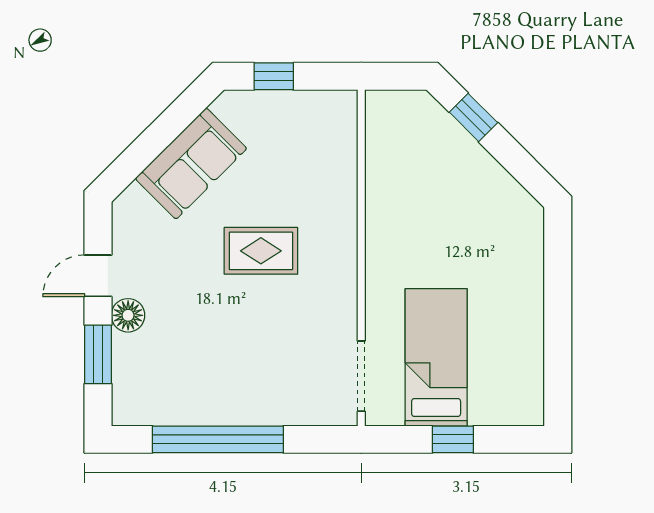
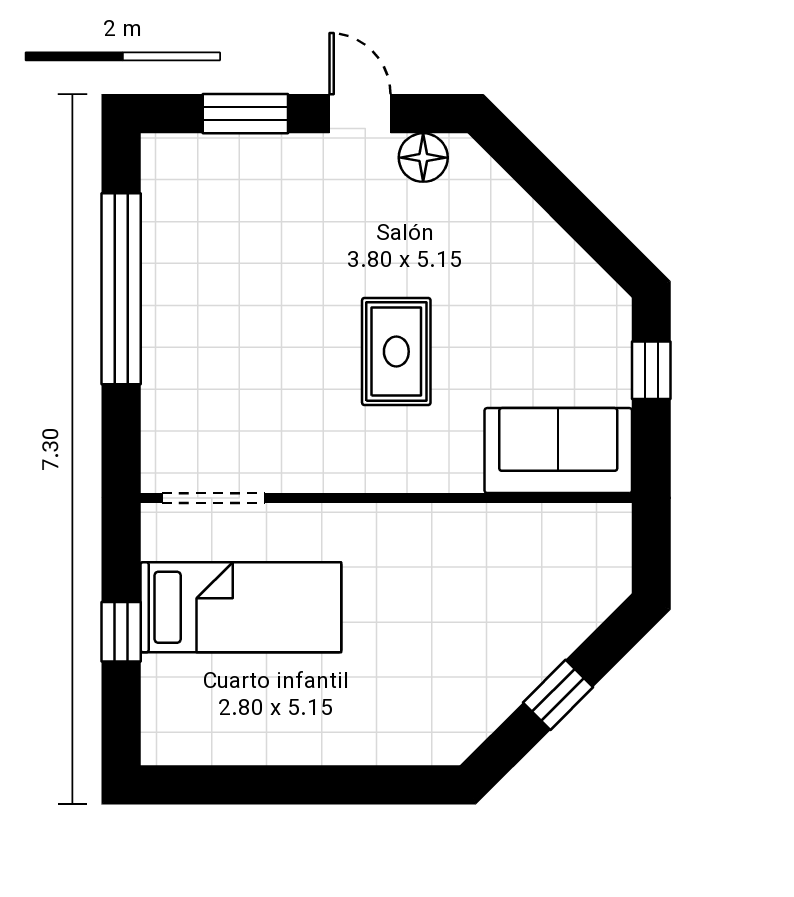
window: (473, 117) -> (558, 695), moved
sofa: (191, 163) -> (558, 451), moved, turned 135
floor lamp: (128, 315) -> (423, 158), moved

